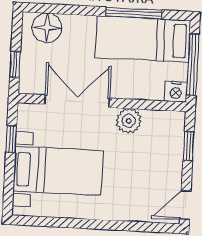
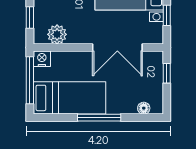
window: (134, 13) -> (99, 118), moved
floor lamp: (47, 28) -> (144, 108), width x0.53, depth x0.53
plant: (129, 121) -> (57, 34), moved

